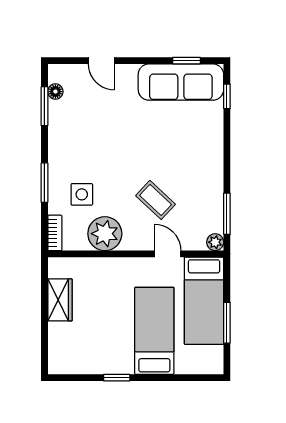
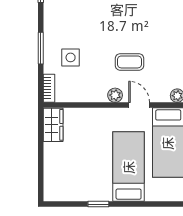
coffee table: (156, 200) -> (130, 62), turned -43
plant: (105, 234) -> (115, 95), moved, width x0.53, depth x0.53
wardrobe: (60, 300) -> (53, 125), moved

